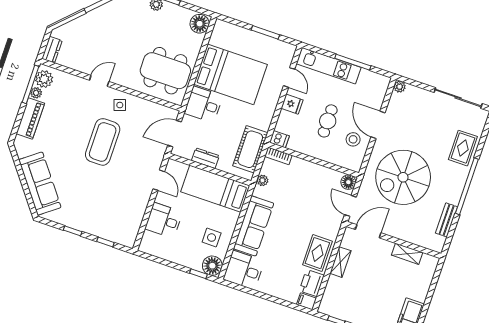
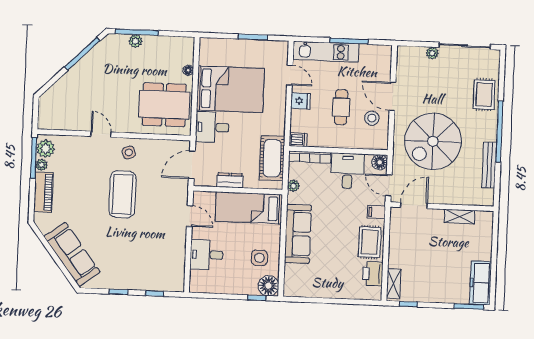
floor lamp: (200, 24) -> (188, 70), moved, width x0.53, depth x0.53
dresser: (52, 50) -> (45, 117), removed
door: (99, 81) -> (101, 134), hinge flipped
plant: (400, 87) -> (432, 53), moved
bookcase: (278, 156) -> (310, 157), width x1.56
bench: (447, 220) -> (489, 165), width x1.36
shelving: (340, 262) -> (394, 284), moved
desk: (244, 270) -> (348, 171), moved, turned 90
filing cabinet: (307, 301) -> (376, 212), moved

